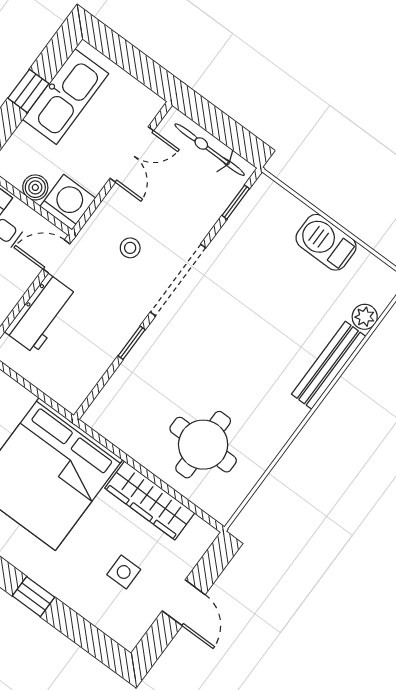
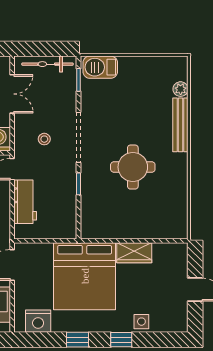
barbecue: (326, 242) -> (100, 67), moved
round table: (203, 445) -> (133, 167), moved
wardrobe: (150, 501) -> (134, 253), width x0.67
side table: (124, 572) -> (141, 322), moved

